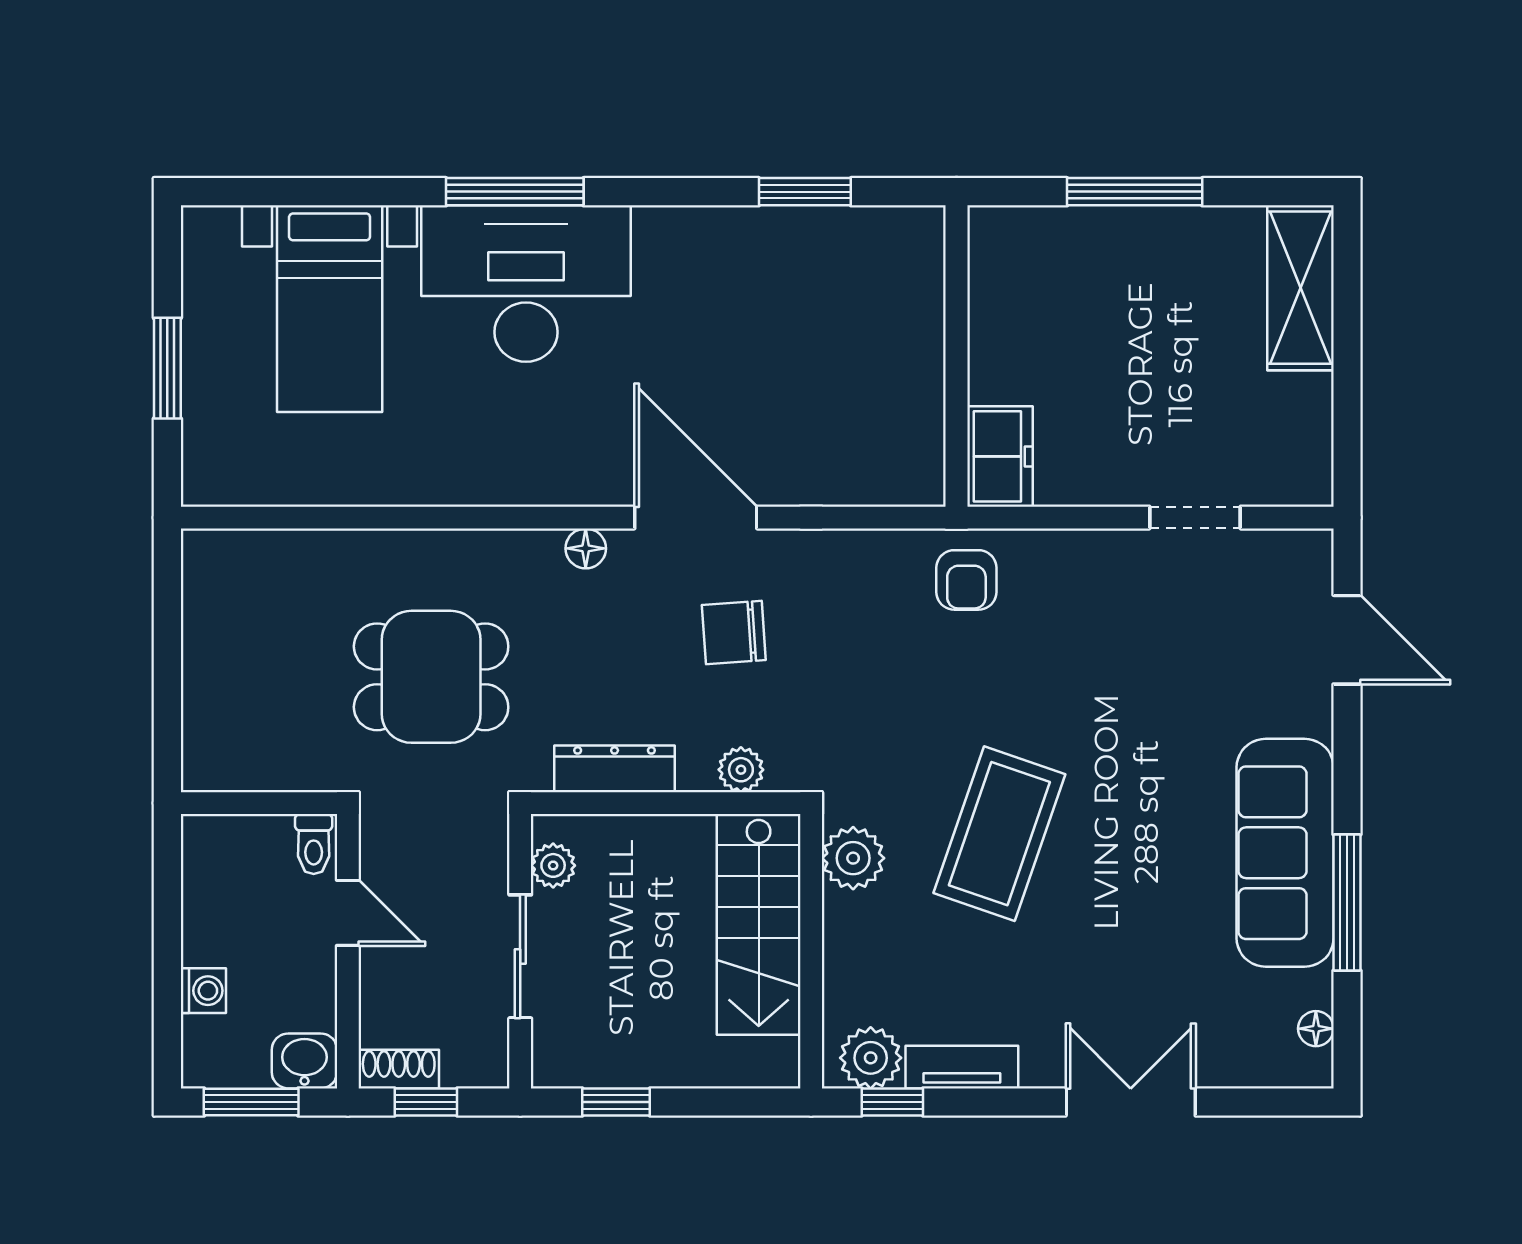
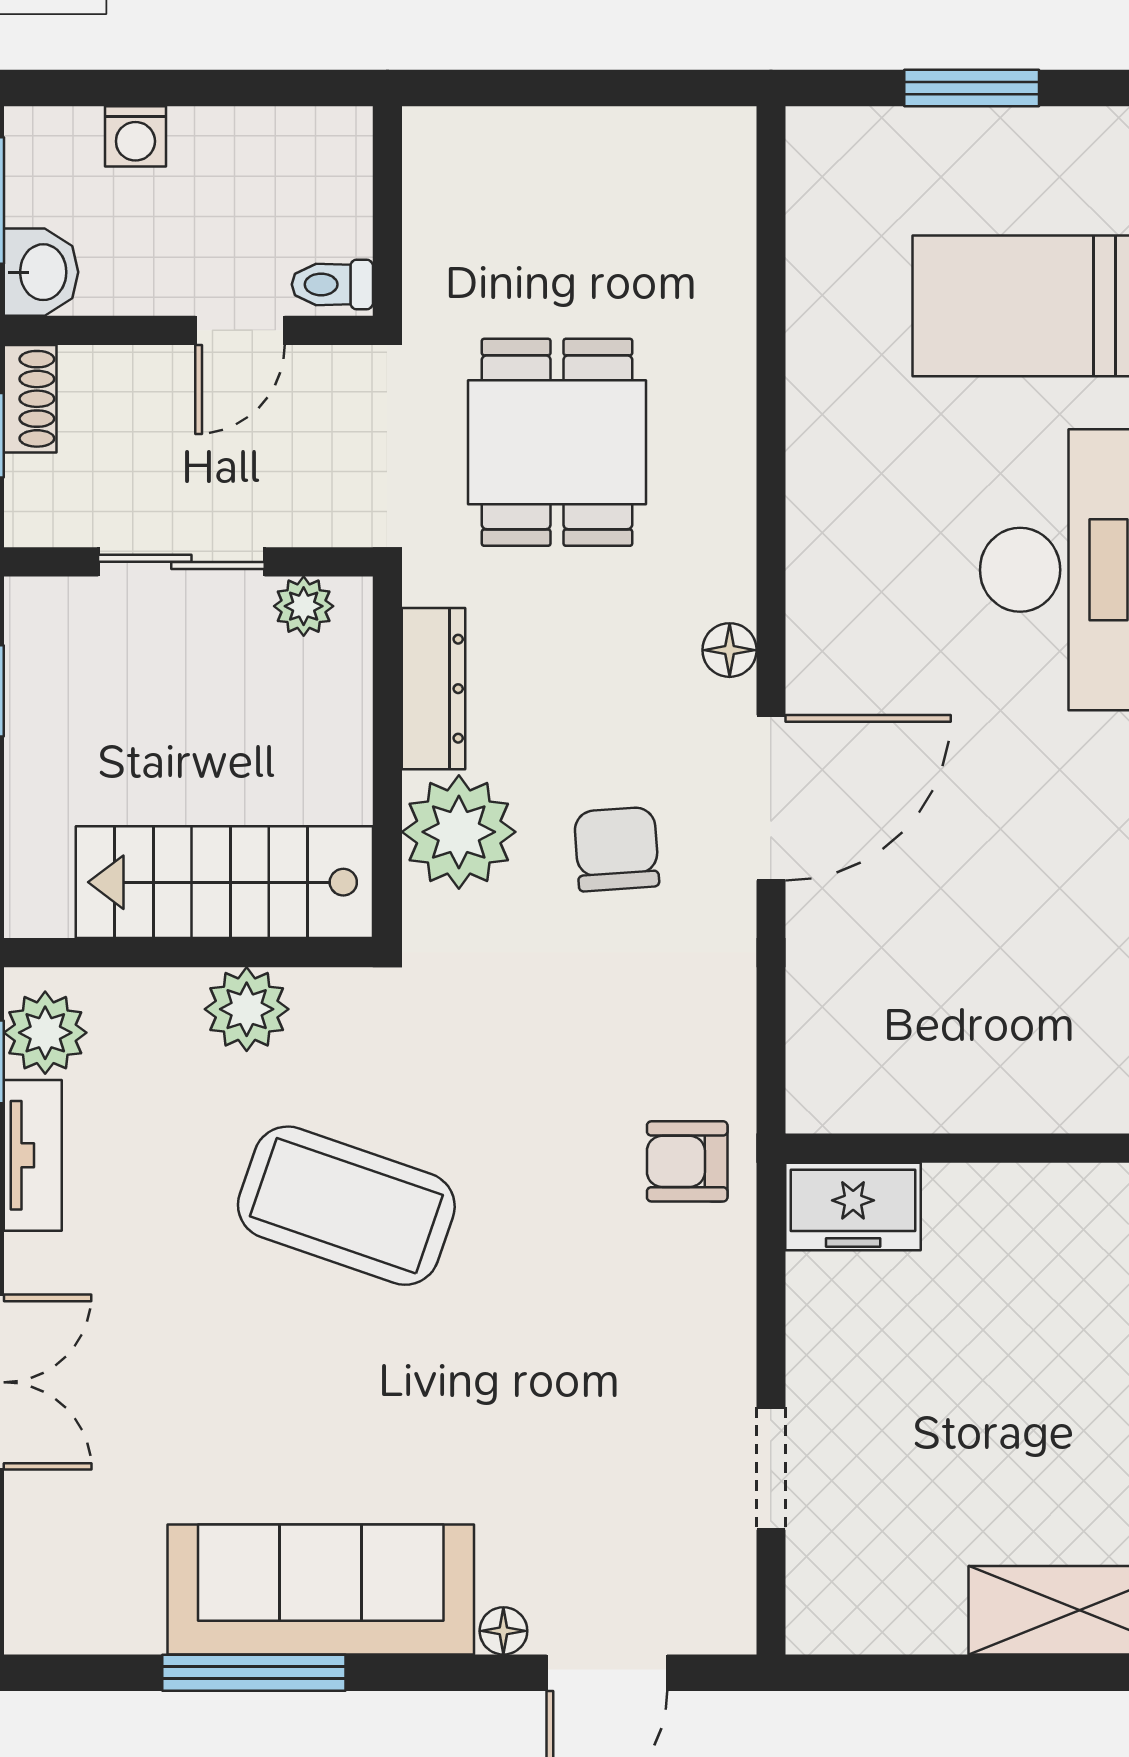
plant: (741, 770) -> (459, 832), width x1.87, depth x1.87
plant: (853, 858) -> (247, 1009), moved
floor lamp: (1316, 1029) -> (503, 1631), moved

